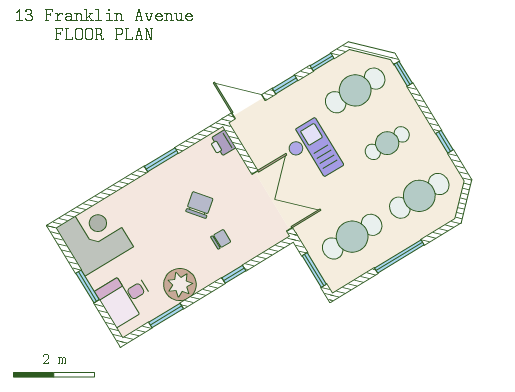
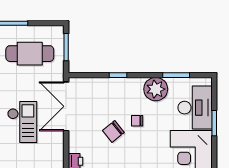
checkout: (313, 151) -> (22, 122), turned 180
chair: (221, 239) -> (137, 121), moved
desk: (125, 298) -> (195, 108), width x1.37

